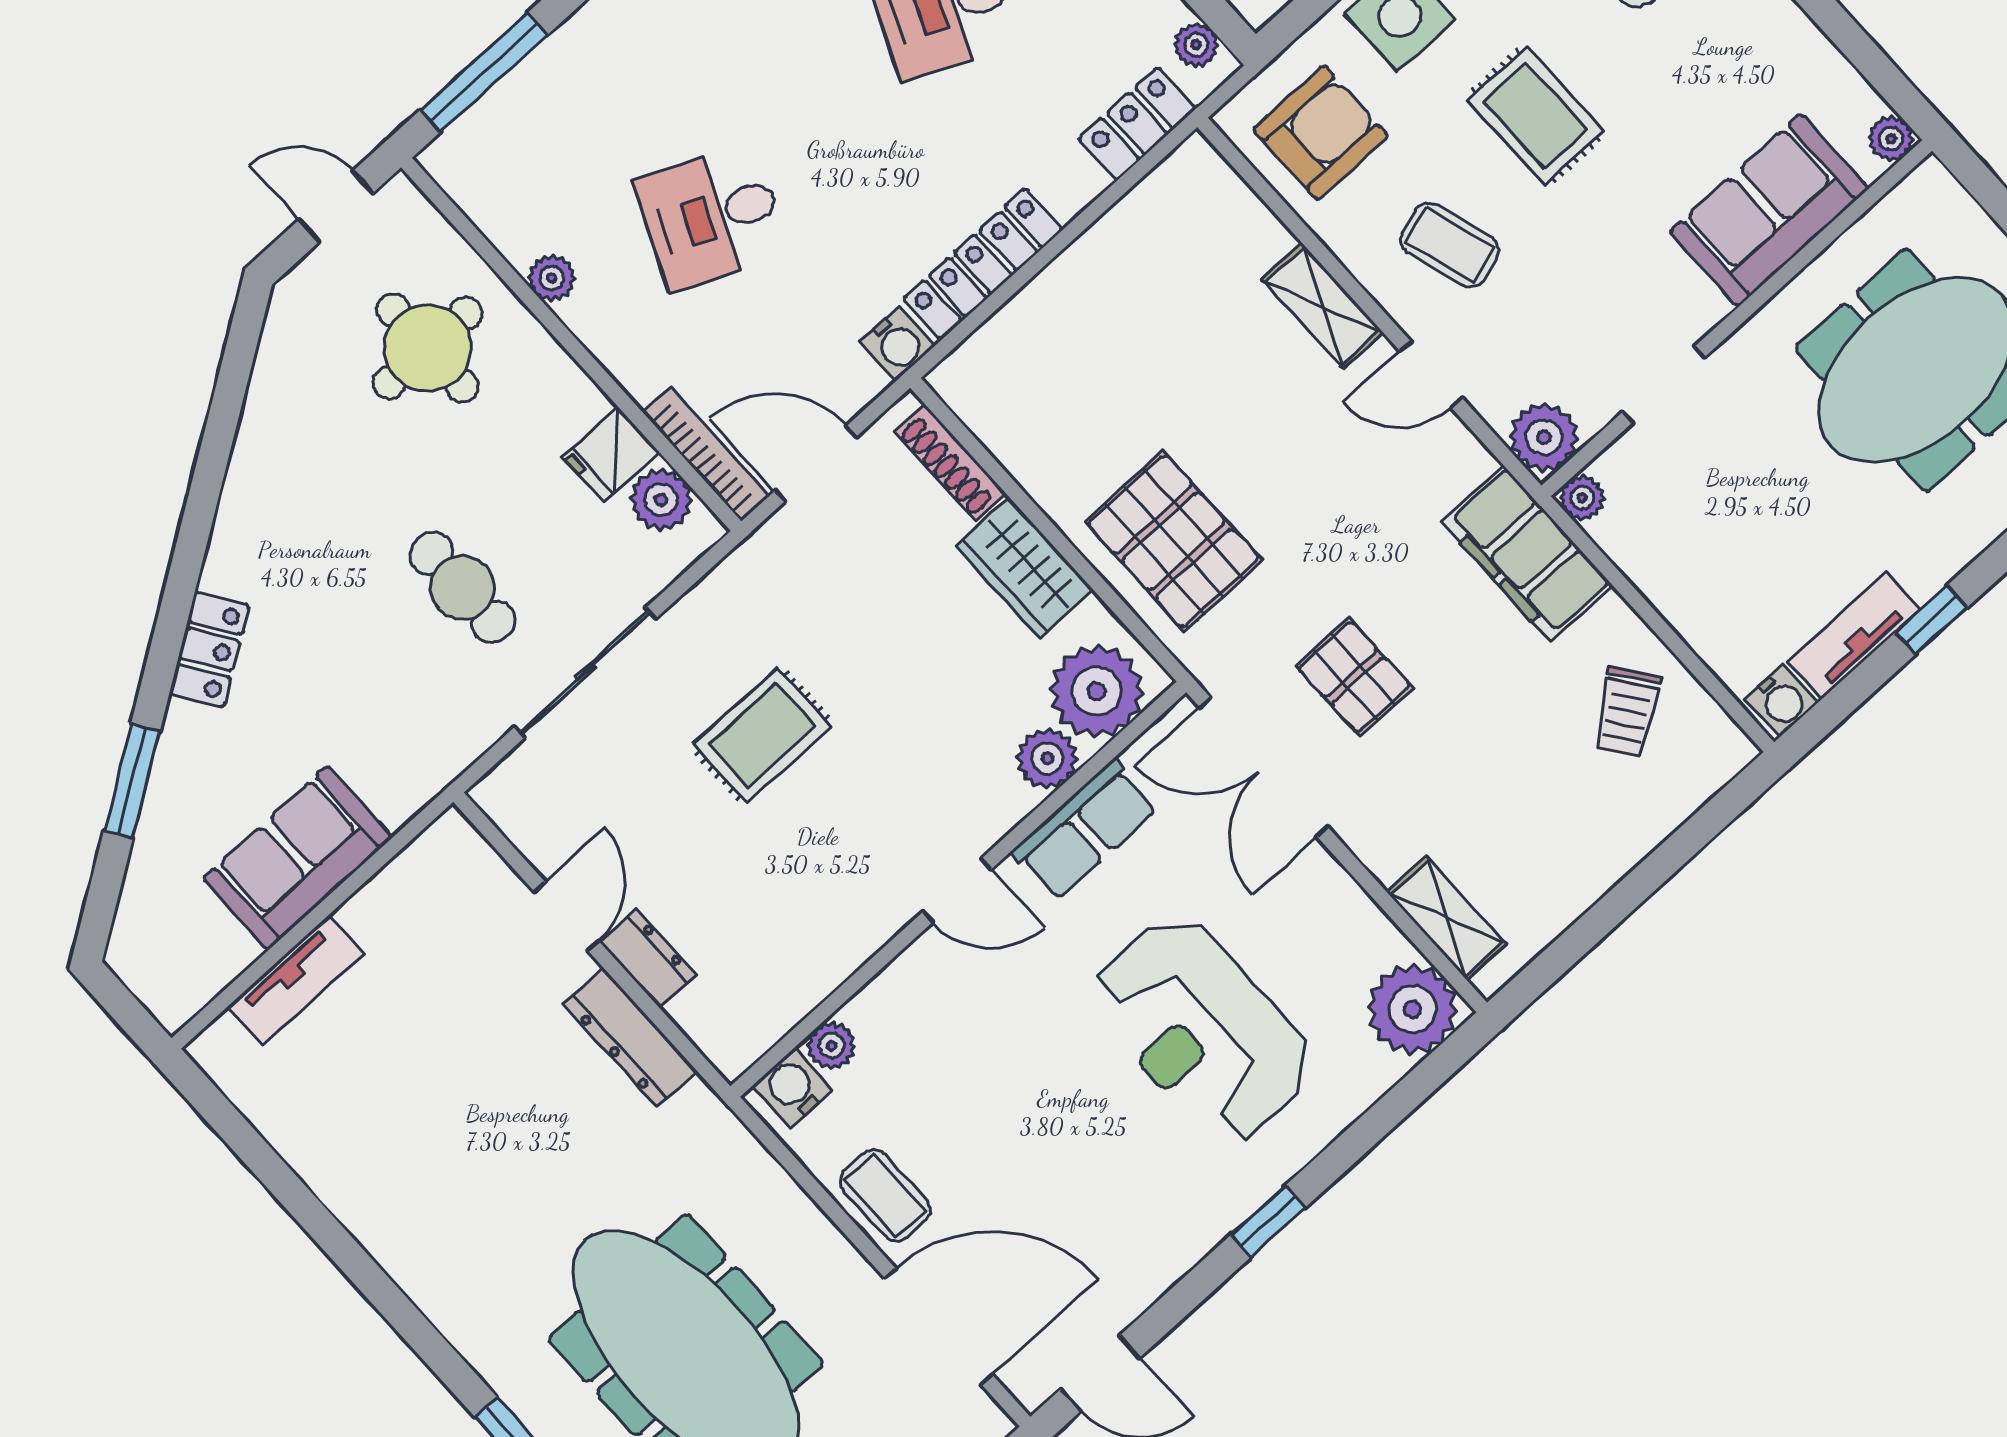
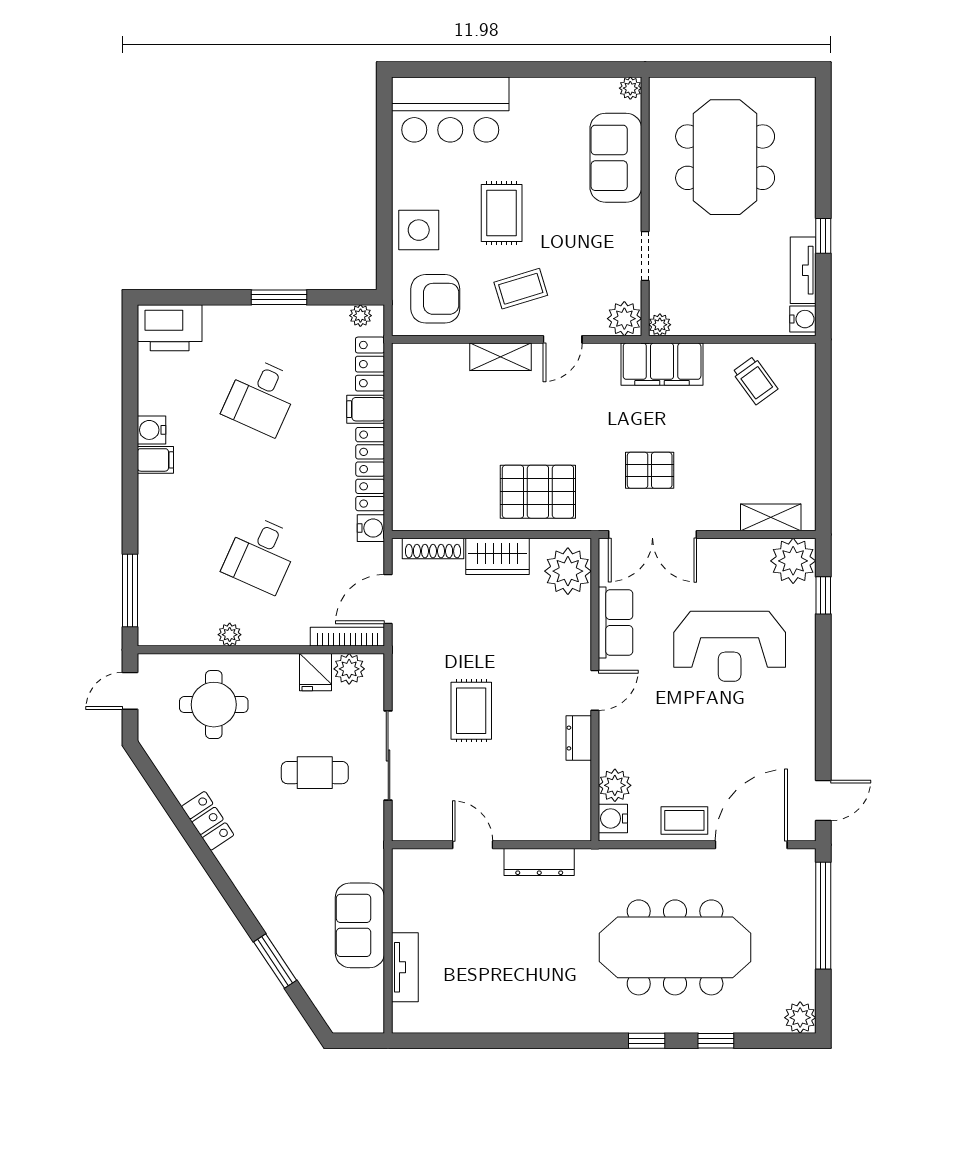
rug: (1535, 116) -> (502, 213), turned 90
armchair: (1321, 133) -> (435, 299), turned 90
filing cabinet: (1065, 177) -> (366, 409), added
locker: (209, 650) -> (208, 821), moved
plant: (1047, 758) -> (576, 612), removed
dresser: (648, 958) -> (579, 738), moved, turned -90
plant: (831, 1046) -> (615, 785), width x1.38, depth x1.38
window: (1268, 1221) -> (823, 595), moved

